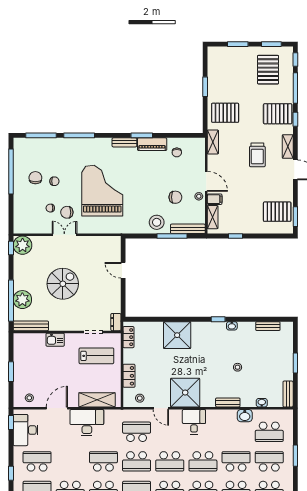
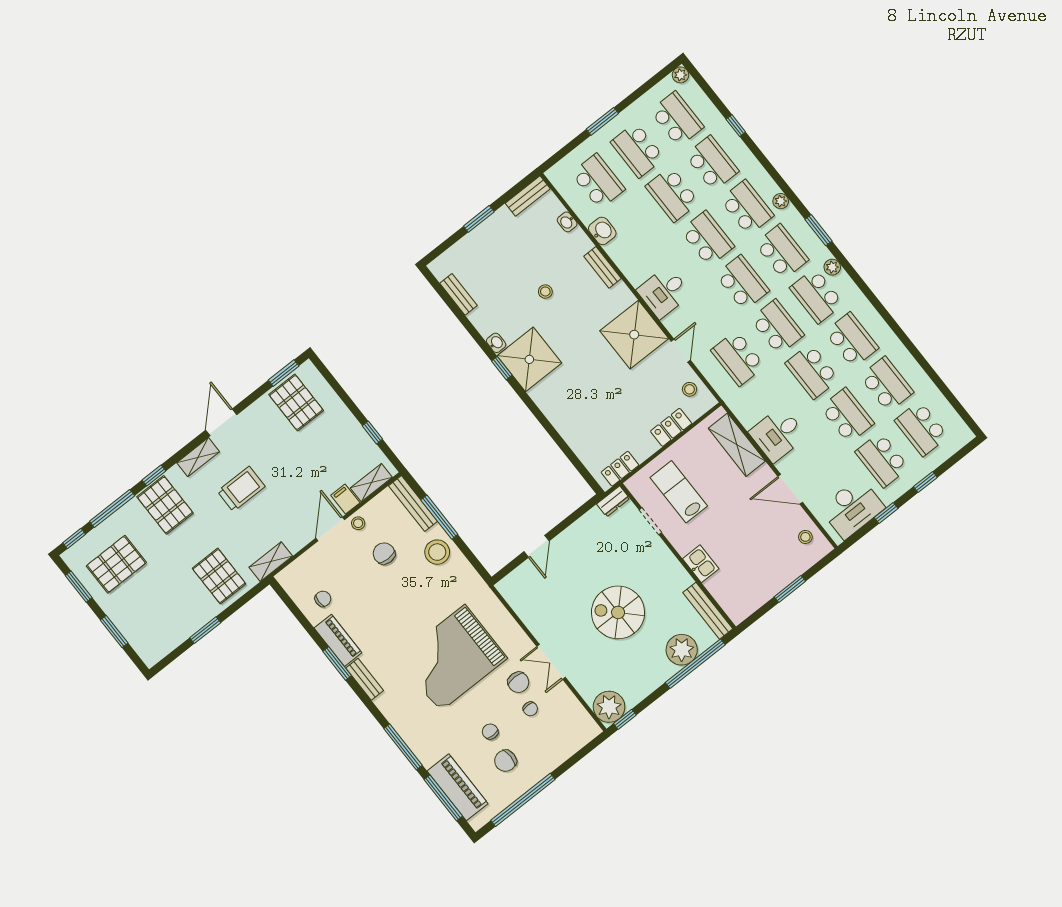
piano: (41, 146) -> (458, 787), added
shower: (177, 335) -> (529, 359), moved
window: (11, 423) -> (886, 513), moved
desk: (87, 423) -> (778, 434), width x0.73
school desk: (70, 461) -> (847, 415), added

